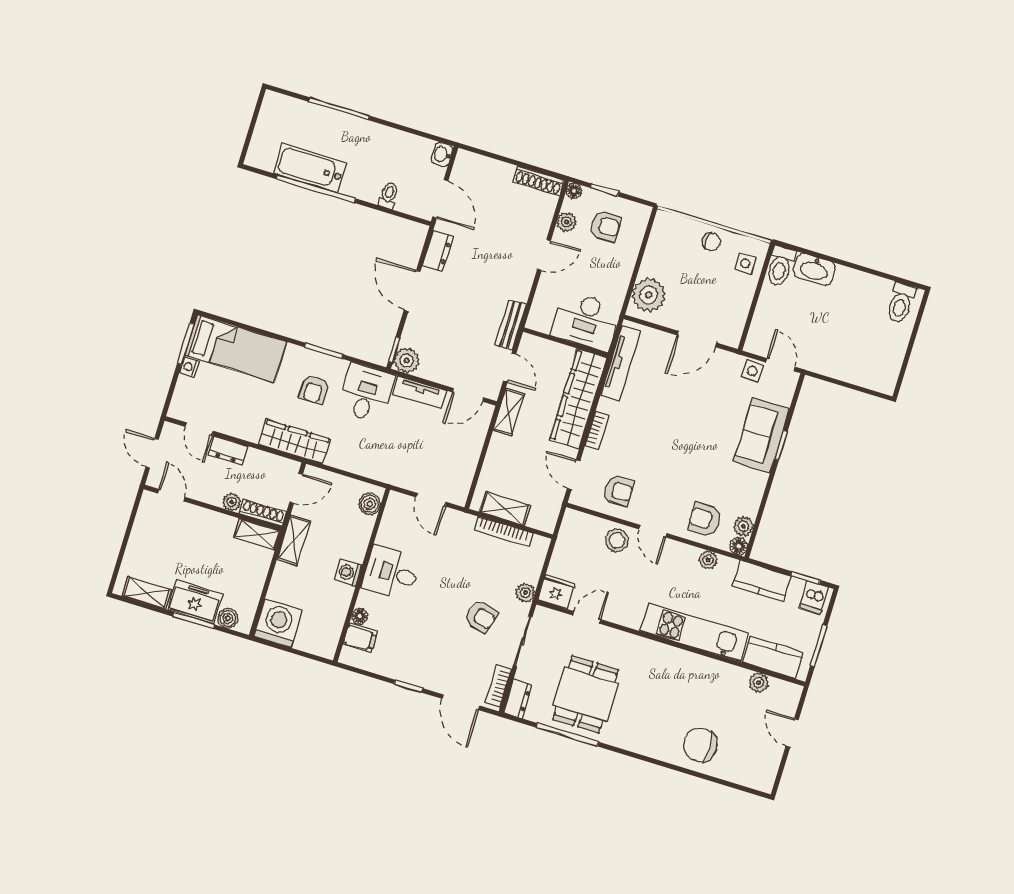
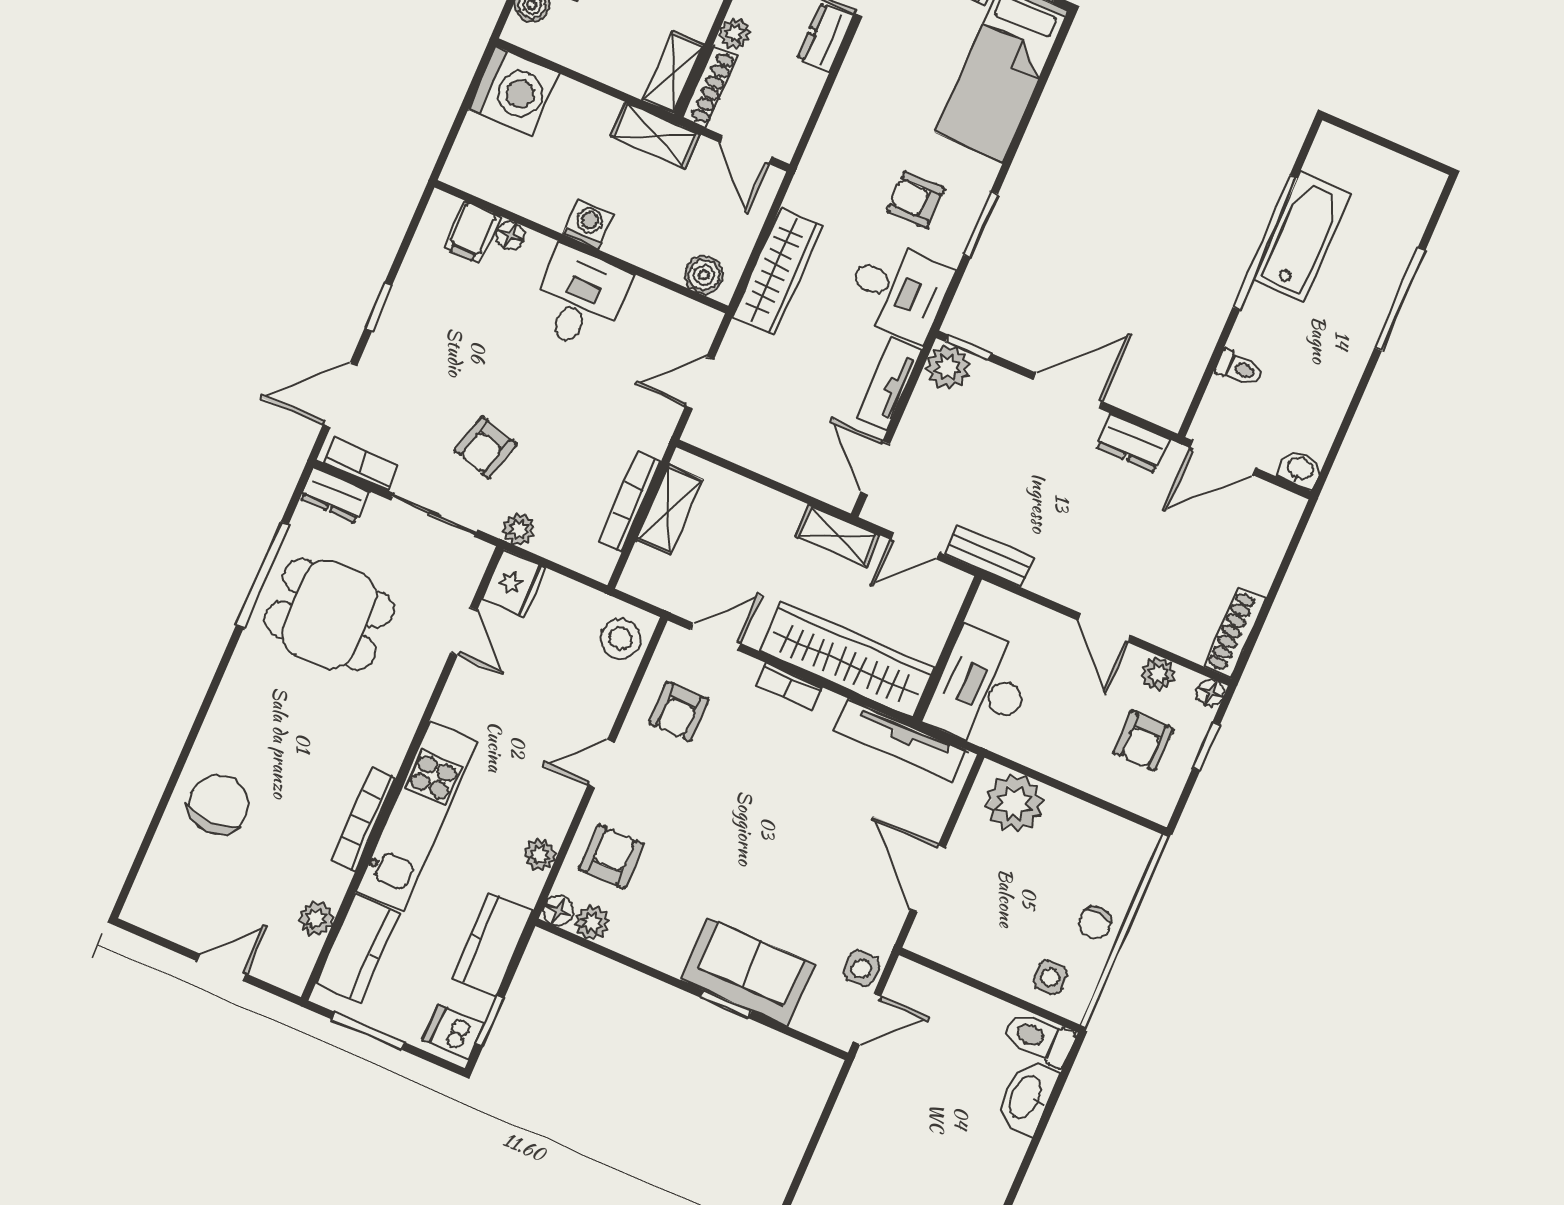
wardrobe: (294, 442) -> (777, 271), moved
stool: (617, 540) -> (620, 639), moved
bookcase: (699, 662) -> (364, 819), added

